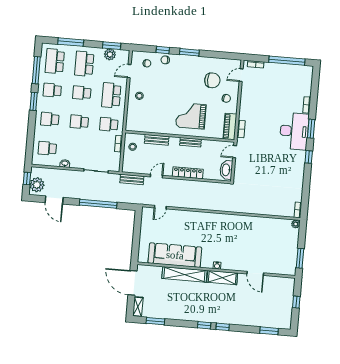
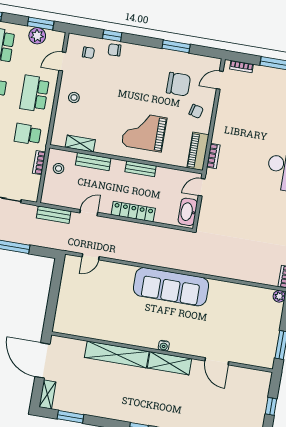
window: (189, 52) -> (176, 46), moved
shelving: (146, 128) -> (80, 143), added
sofa: (175, 255) -> (171, 287), moved, turned 180

